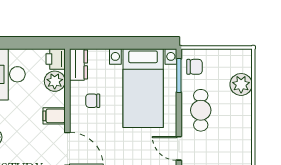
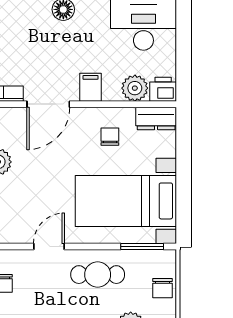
chair: (195, 67) -> (163, 288), moved

